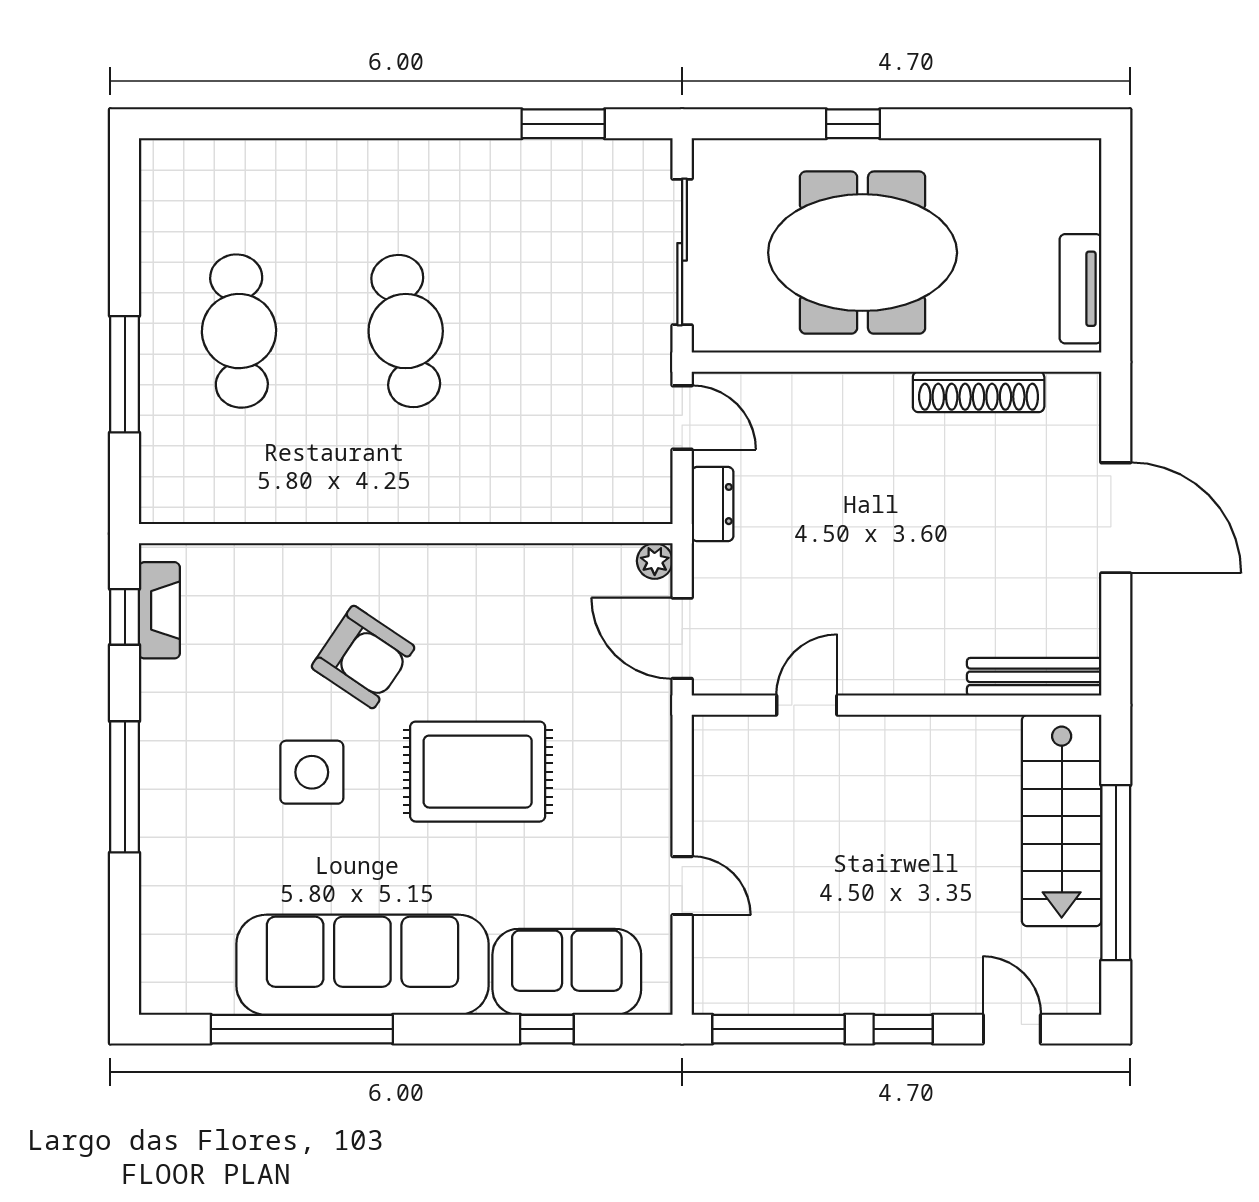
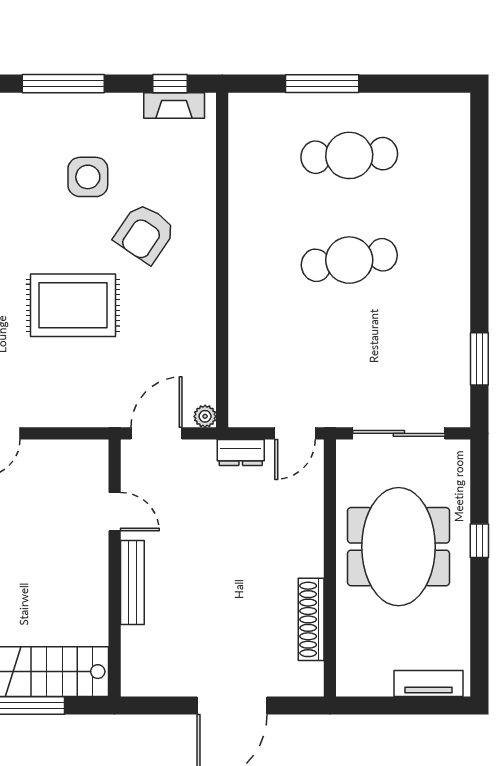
tv unit: (1081, 289) -> (429, 683), moved
bench: (1034, 677) -> (132, 582), moved
side table: (312, 772) -> (88, 177), moved
rug: (478, 772) -> (73, 305), turned 90

